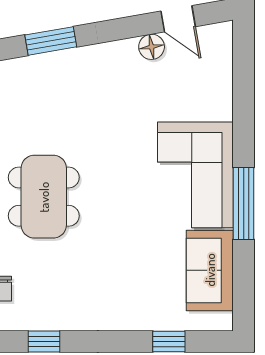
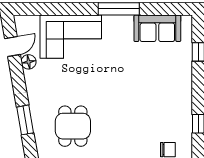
corner sofa: (195, 175) -> (71, 37), moved
dining table: (44, 197) -> (73, 126), moved, width x0.73

